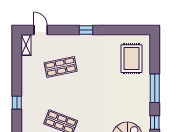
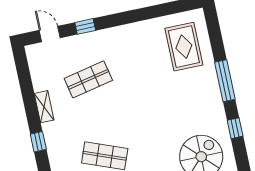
window: (86, 30) -> (85, 26), moved
shelving: (26, 45) -> (44, 107), moved

